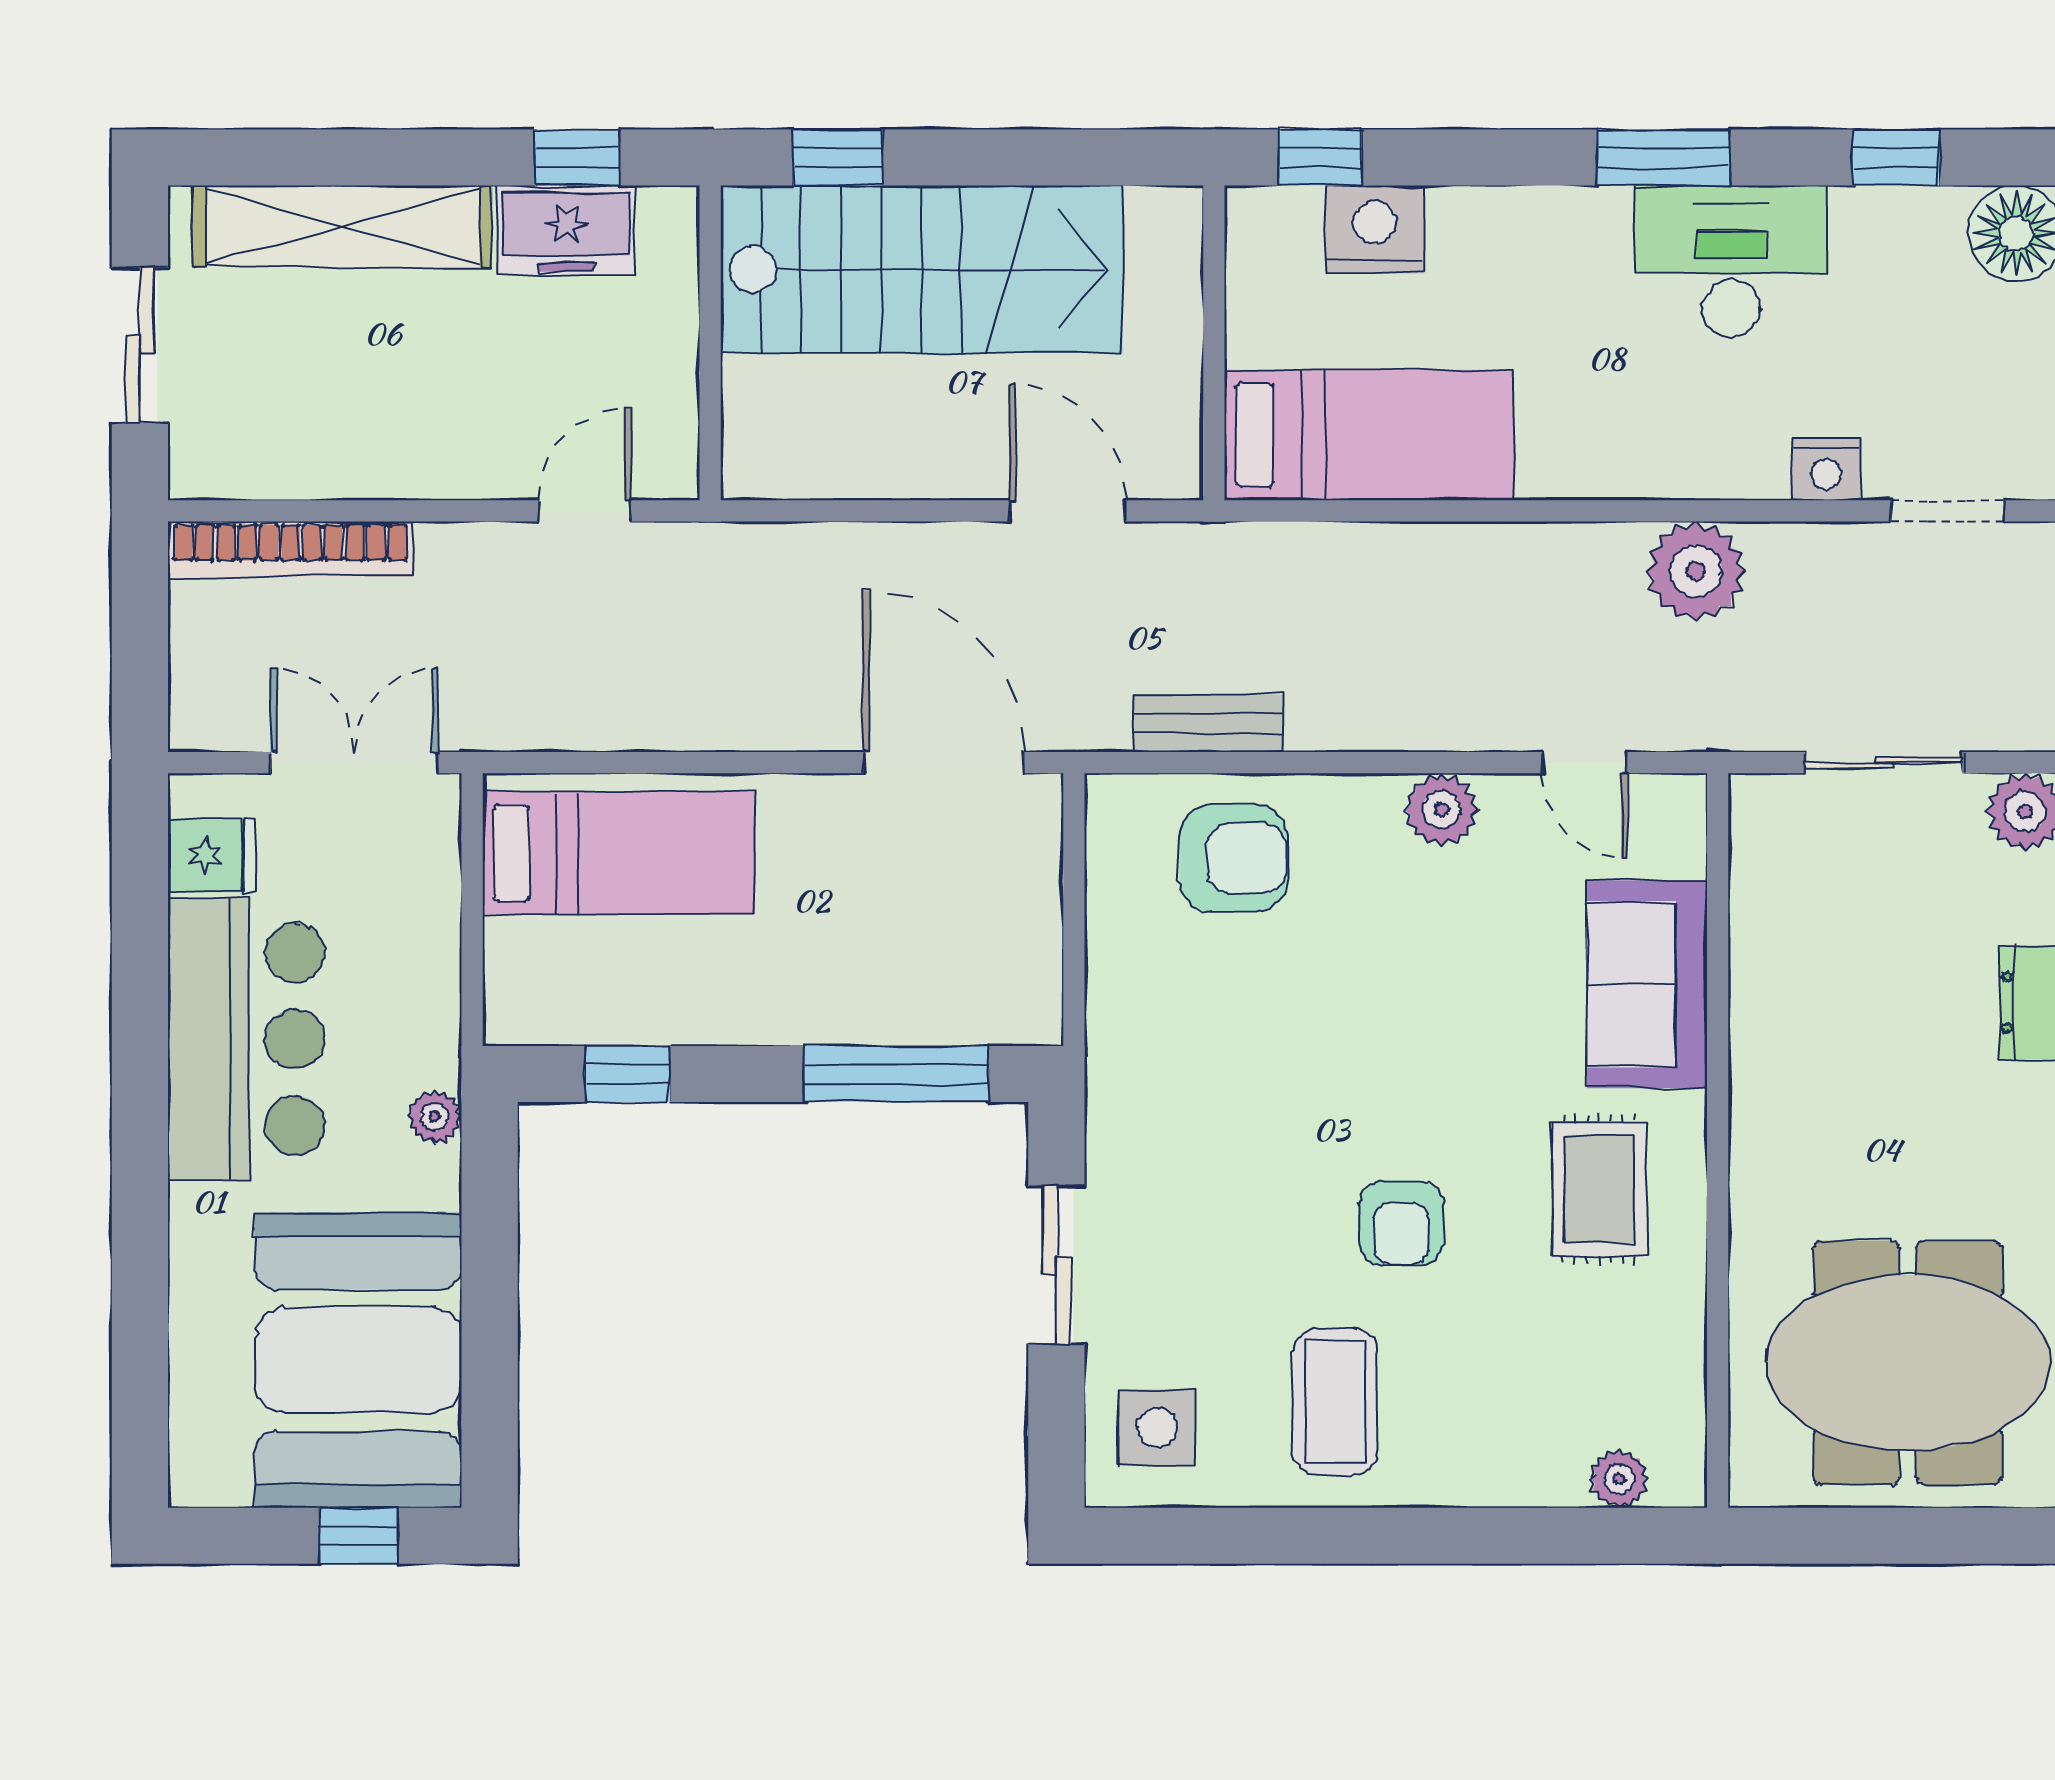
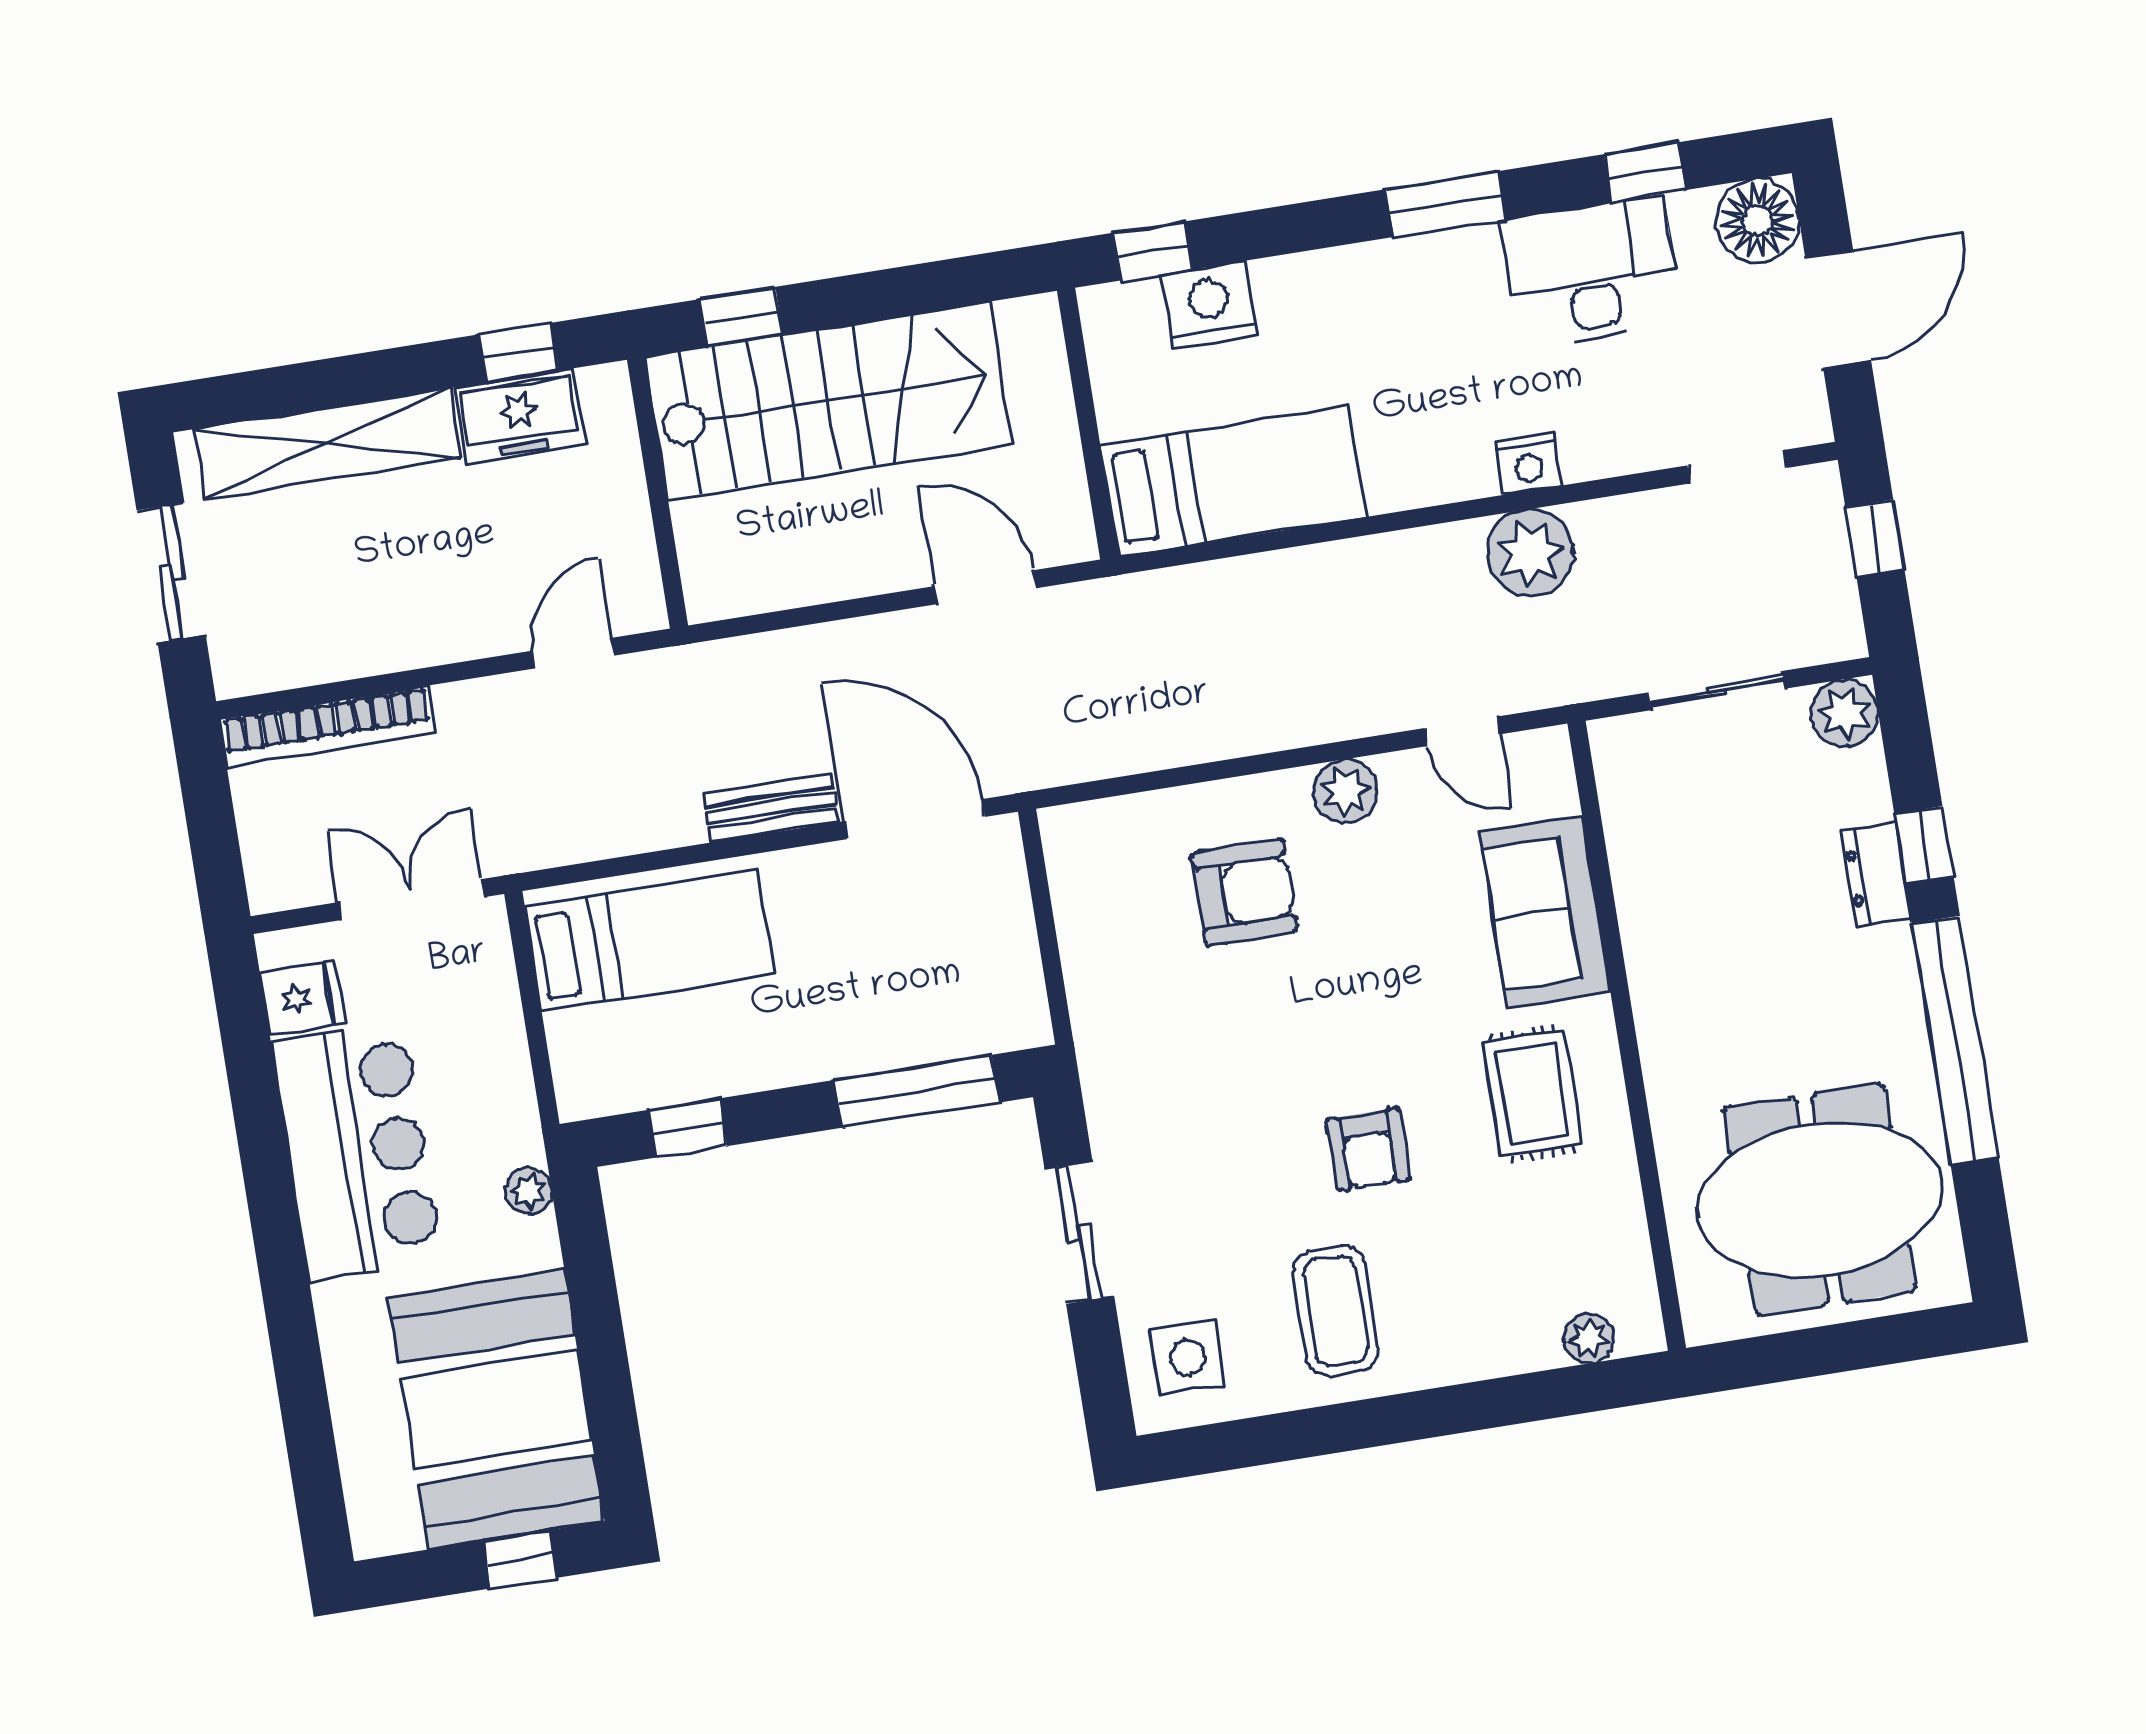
desk: (1731, 261) -> (1591, 272), moved
nightstand: (1826, 469) -> (1528, 464), moved
bench: (1209, 723) -> (771, 808), moved
armchair: (1234, 858) -> (1244, 892), moved

